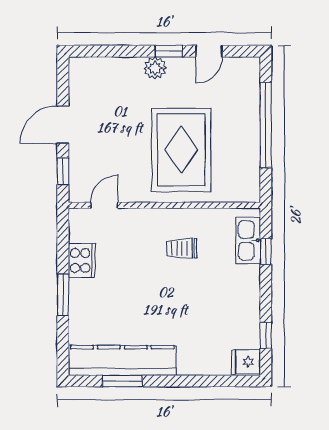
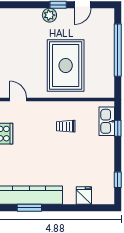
door: (104, 205) -> (18, 100), hinge flipped
fridge: (246, 362) -> (84, 196), moved, turned 90

